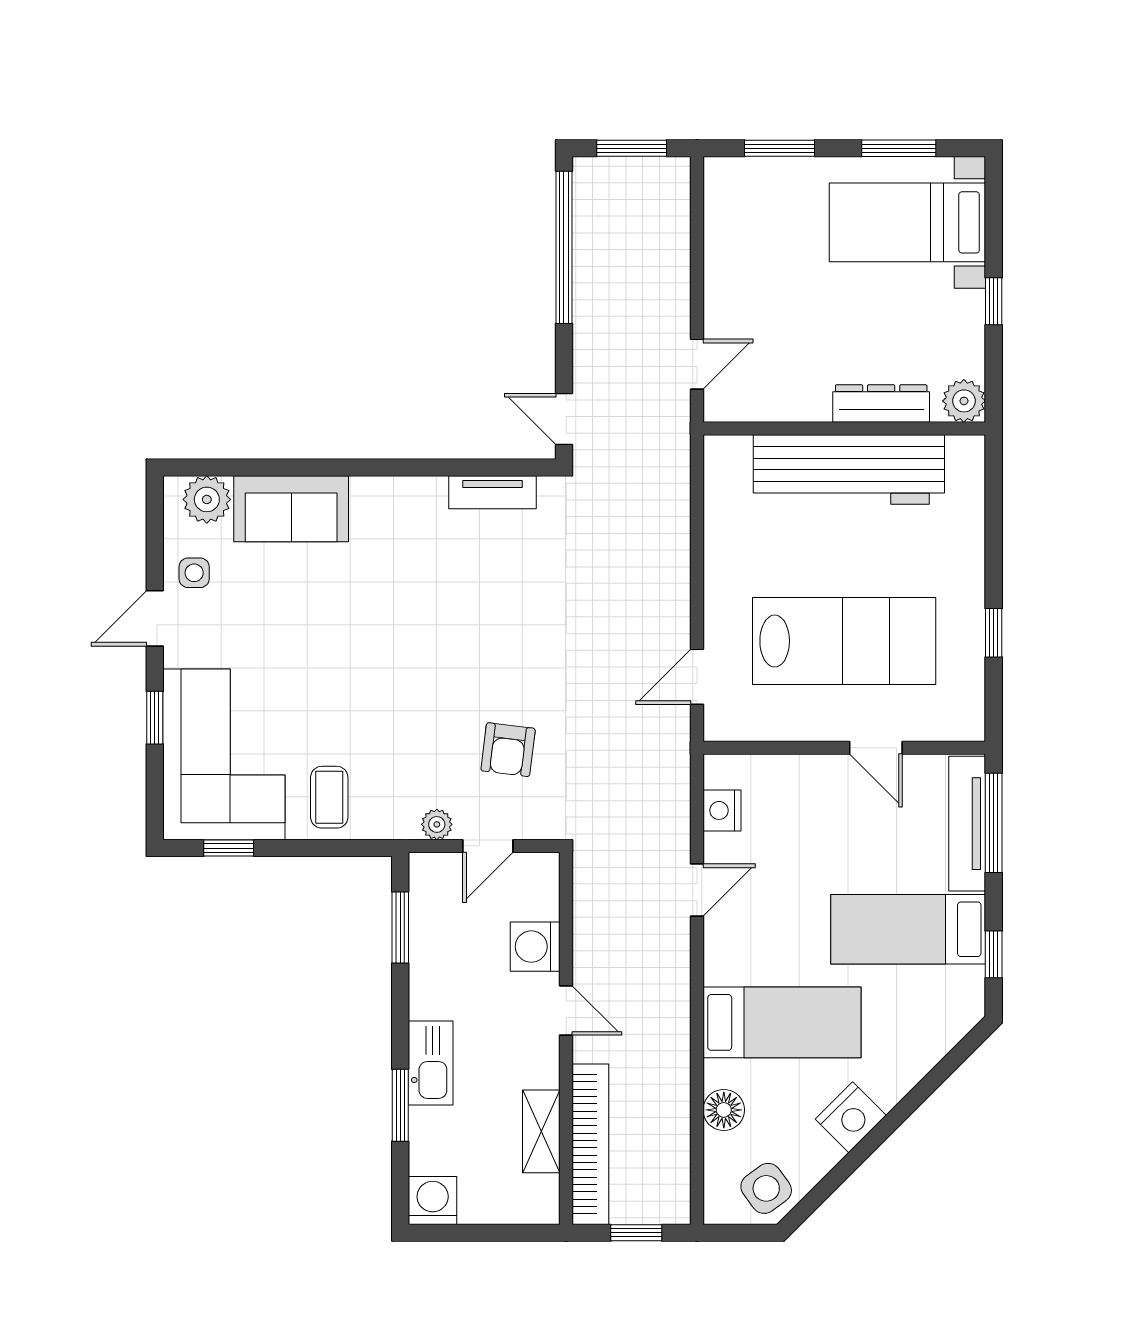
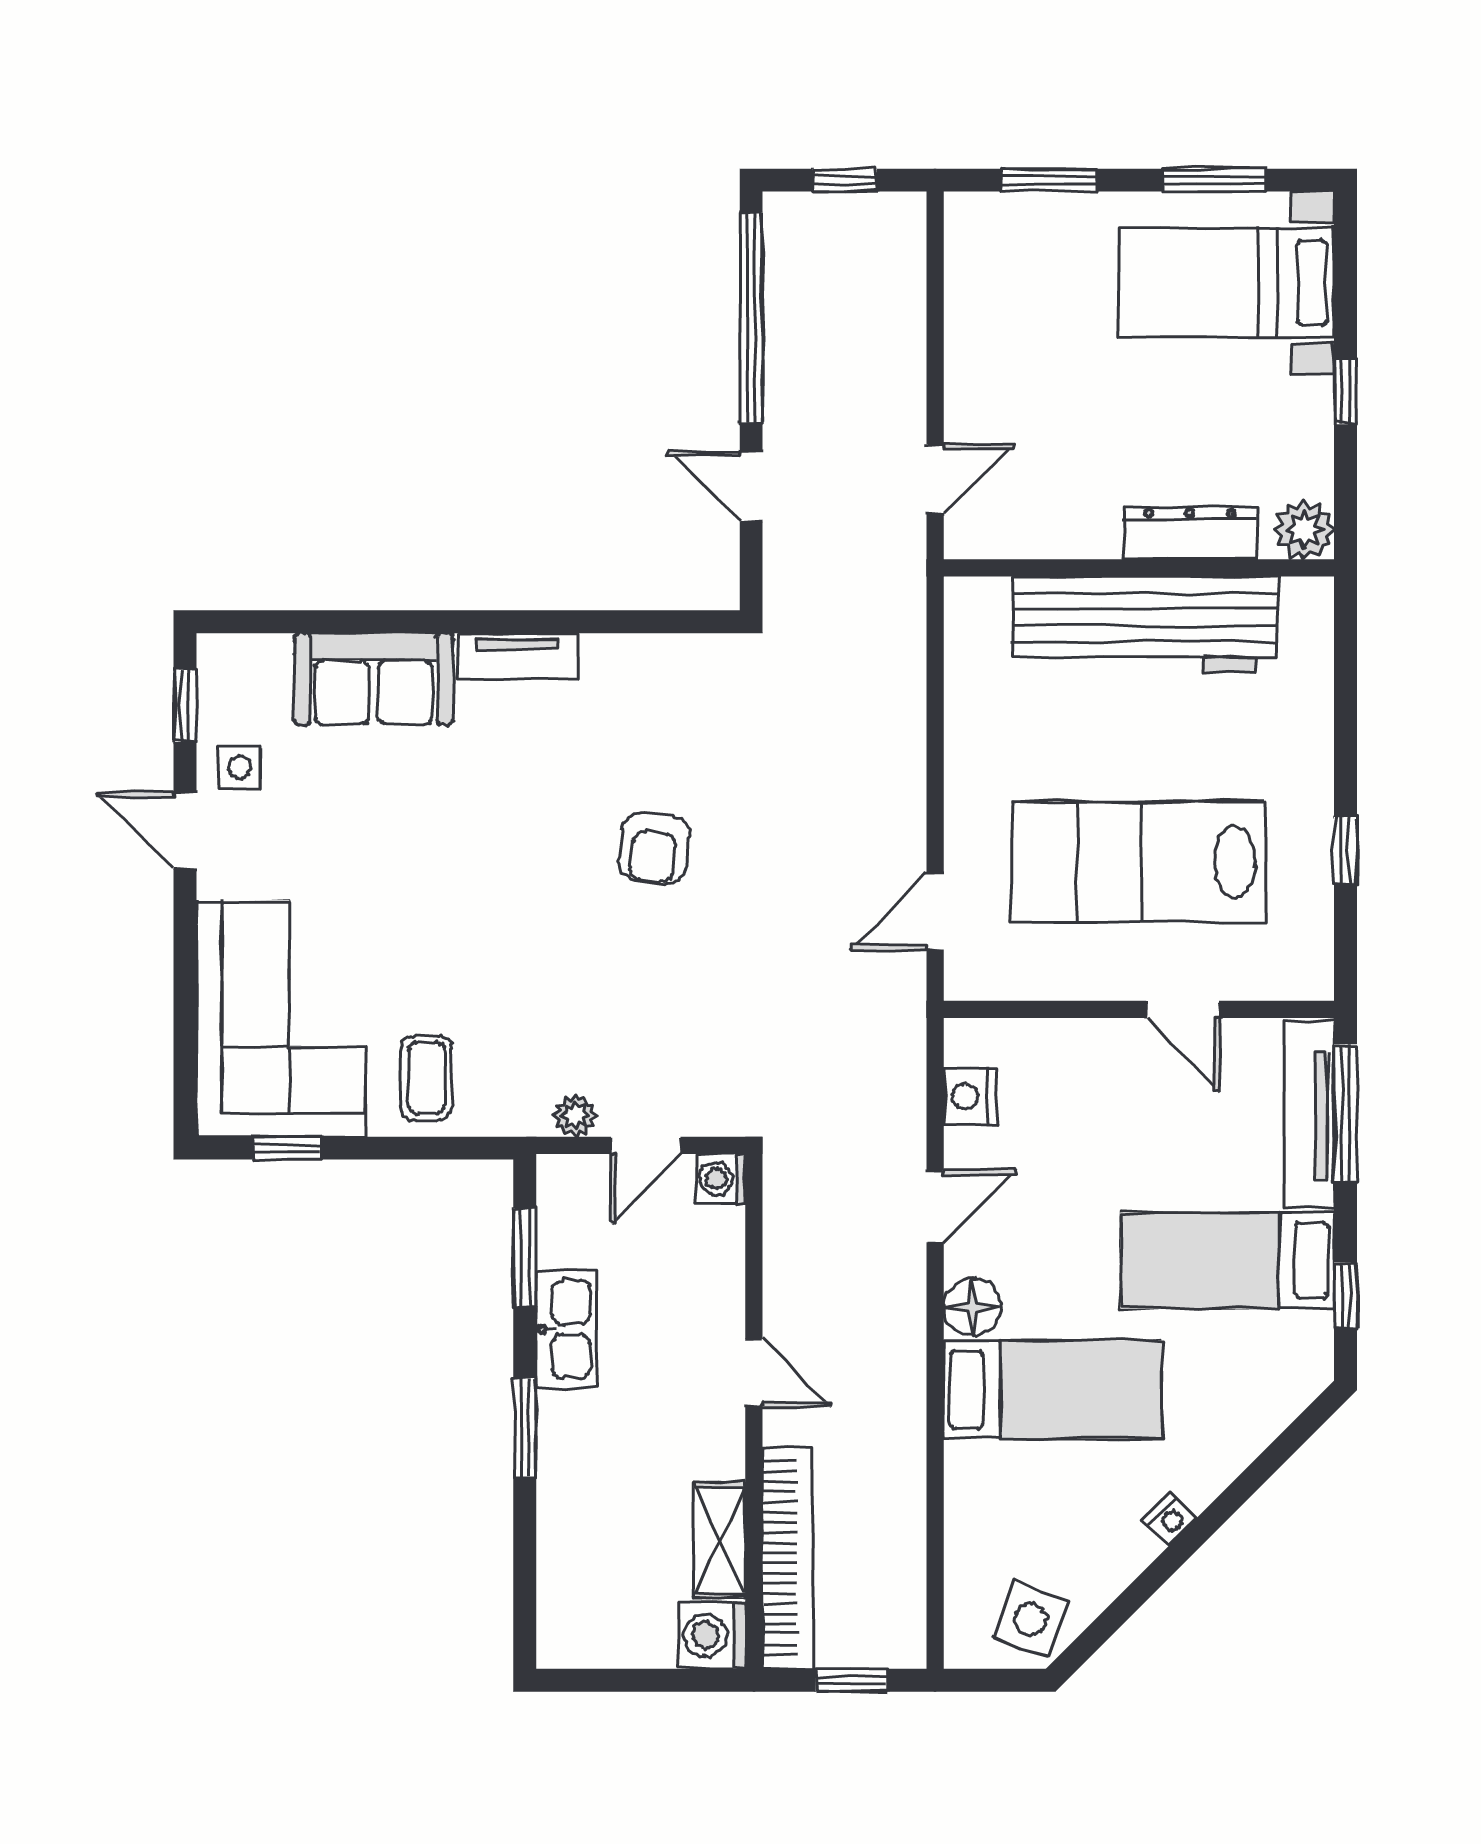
window: (632, 148) -> (845, 180), width x0.67
door: (564, 419) -> (751, 486), moved
tv unit: (492, 492) -> (518, 656), moved
plant: (207, 499) -> (257, 666), removed
door: (155, 618) -> (185, 831), hinge flipped
lab bench: (844, 641) -> (1139, 862), turned 180
window: (155, 718) -> (185, 705), moved
armchair: (508, 750) -> (654, 848), moved
washing machine: (535, 947) -> (721, 1179), moved, width x0.73, depth x0.73
kitchen sink: (431, 1063) -> (567, 1329), moved
window: (400, 1105) -> (525, 1428), moved
floor lamp: (724, 1110) -> (972, 1307), moved
nightstand: (851, 1117) -> (1170, 1519), width x0.53, depth x0.56
side table: (766, 1188) -> (1031, 1619), turned -34
washing machine: (433, 1200) -> (712, 1635), moved, turned -90

